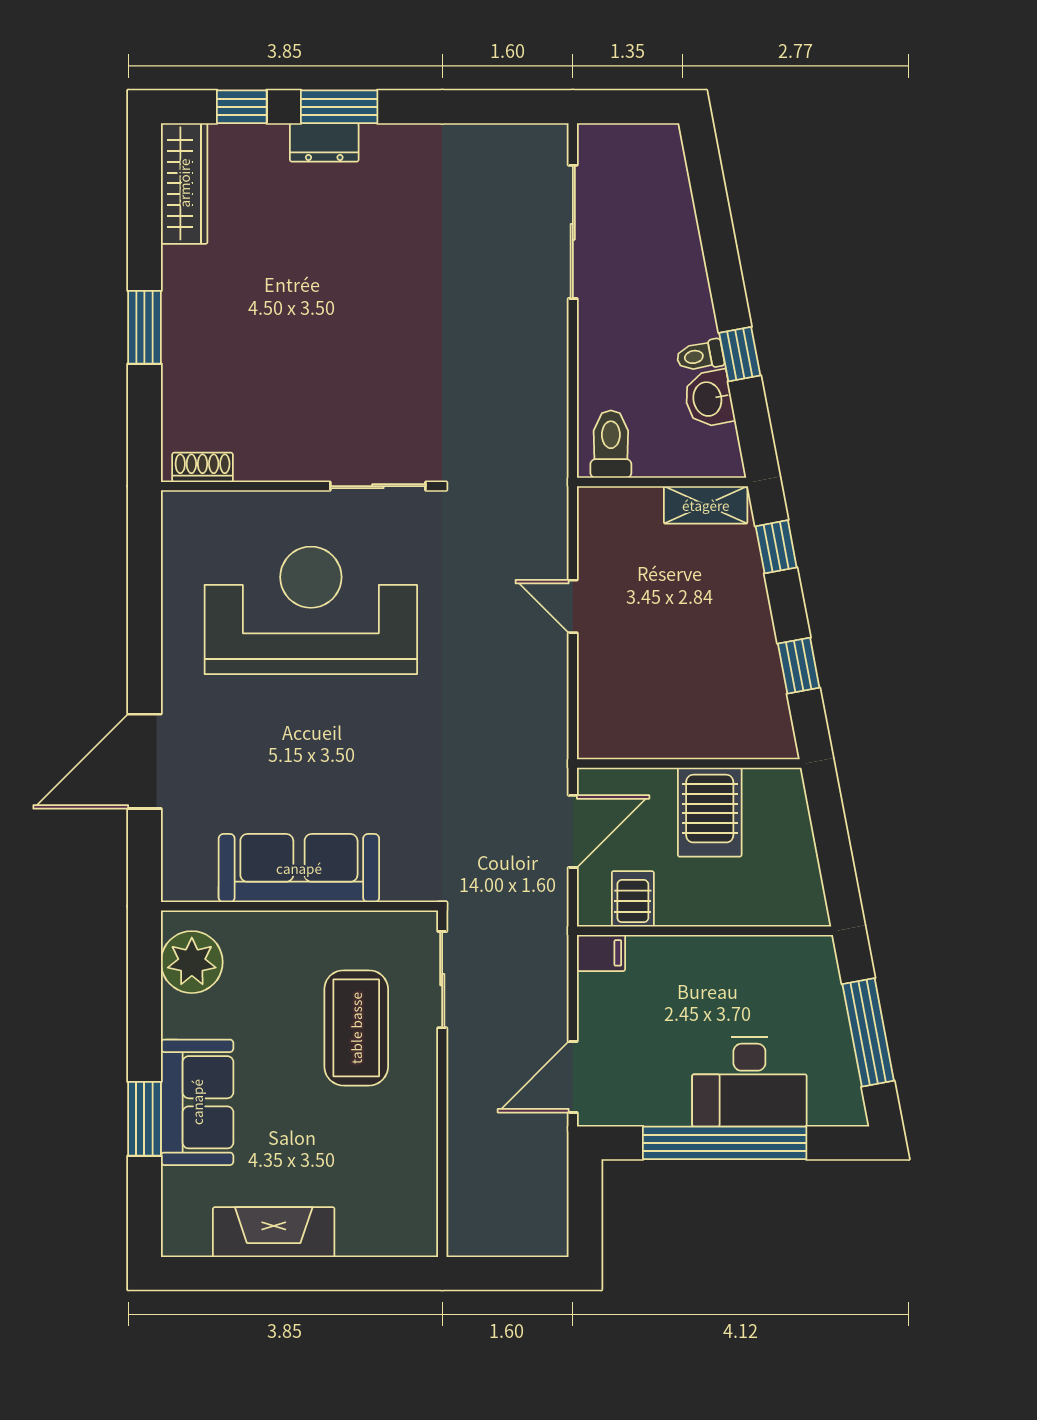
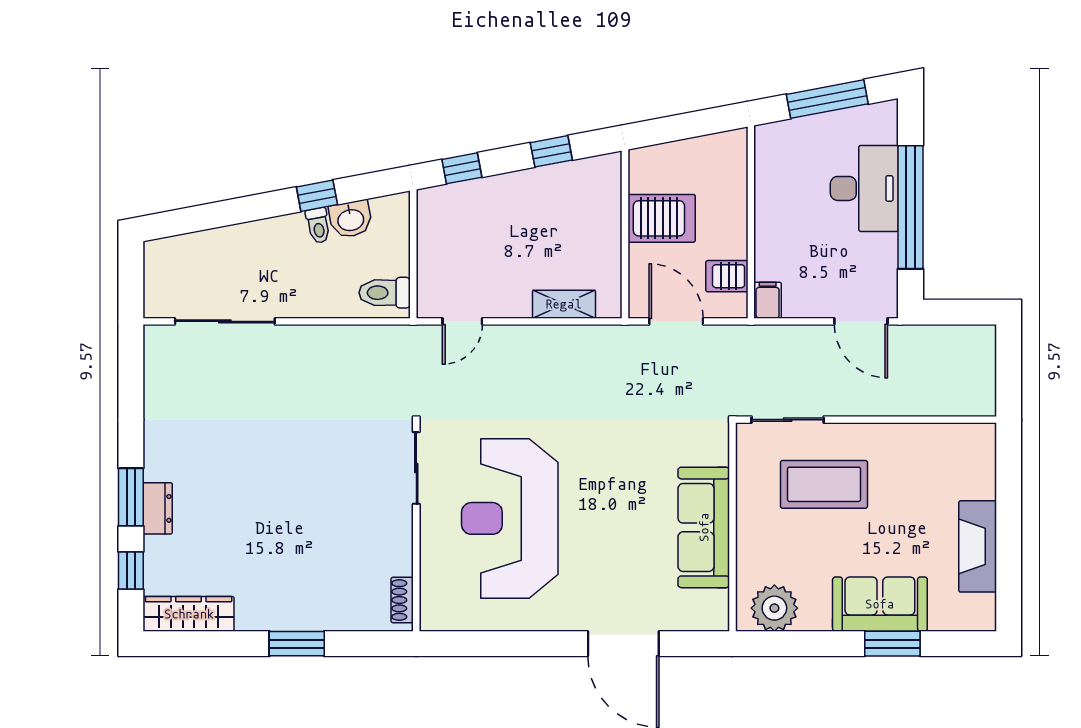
shelving: (706, 505) -> (564, 304), moved, turned 90
door: (573, 606) -> (462, 321), moved

